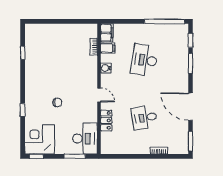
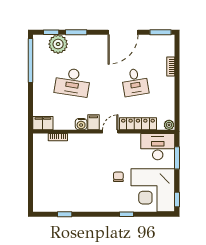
plant: (180, 47) -> (58, 44), added
filing cabinet: (108, 48) -> (93, 122), moved
locker: (106, 120) -> (138, 124), width x1.53
corner desk: (40, 139) -> (153, 190), width x1.36, depth x1.36
plant: (105, 149) -> (169, 125), added

